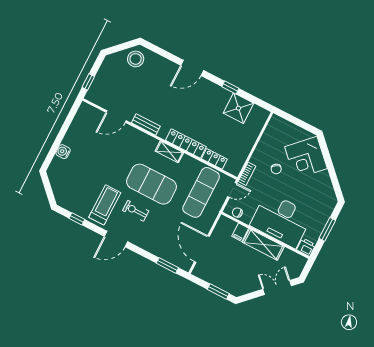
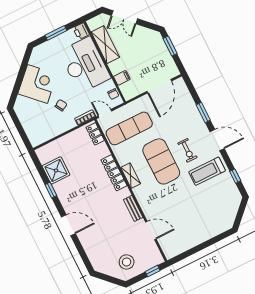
stool: (136, 59) -> (127, 262), moved
water cooler: (63, 152) -> (209, 233), removed
corner desk: (306, 158) -> (37, 84), moved
locker: (214, 159) -> (95, 134), moved
shelving: (263, 244) -> (105, 45), moved
window: (167, 265) -> (203, 112), moved

